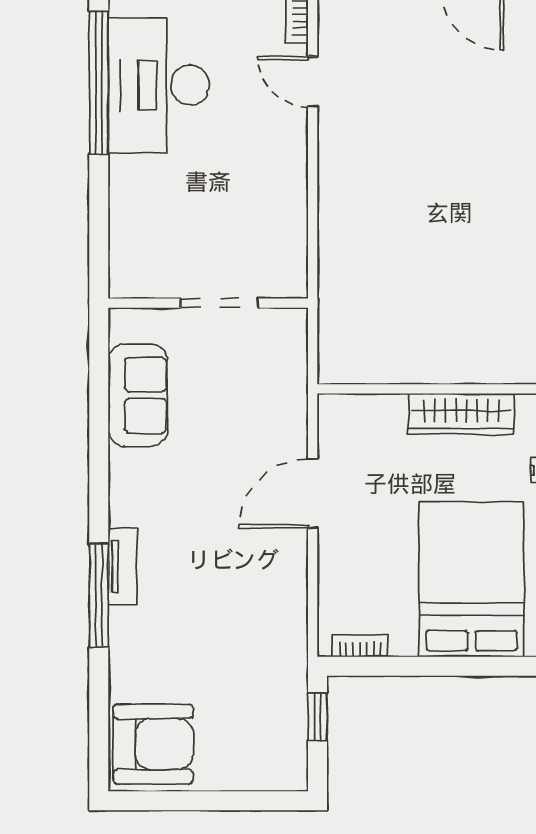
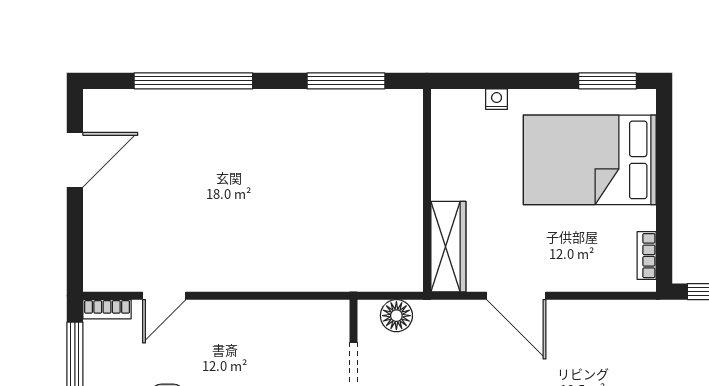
floor lamp: (289, 353) -> (396, 316), added
wardrobe: (461, 414) -> (448, 247), moved

